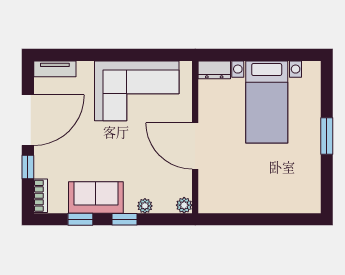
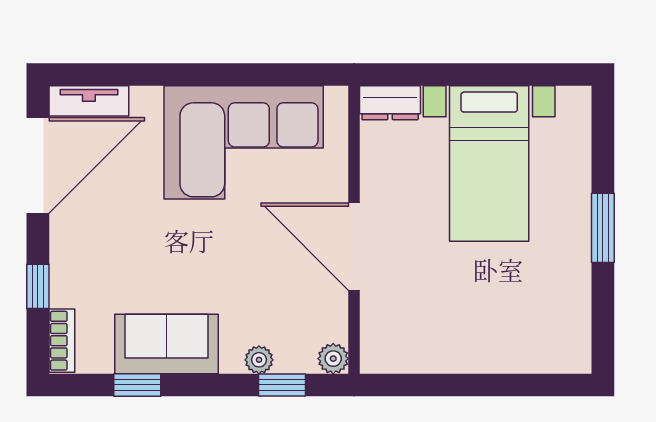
door: (28, 120) -> (38, 165), moved
window: (125, 219) -> (282, 385), moved

